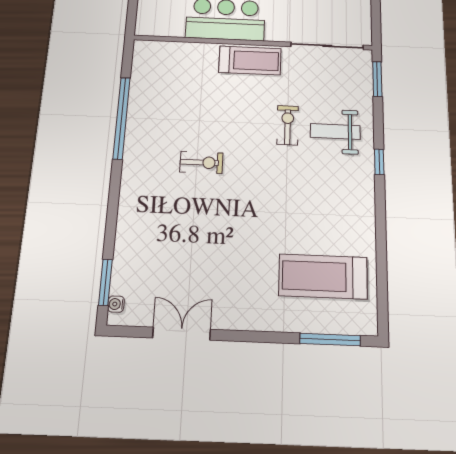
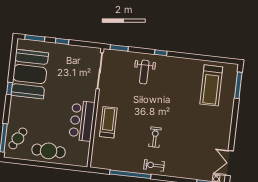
treadmill: (250, 61) -> (108, 122), moved
exercise bike: (288, 125) -> (154, 165), moved
double door: (182, 334) -> (229, 163), moved

